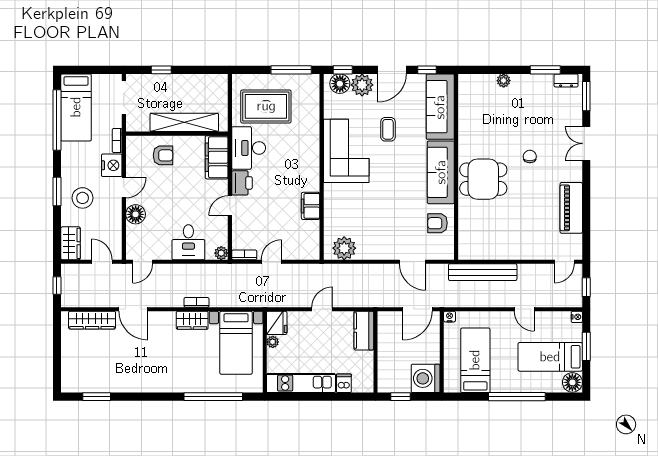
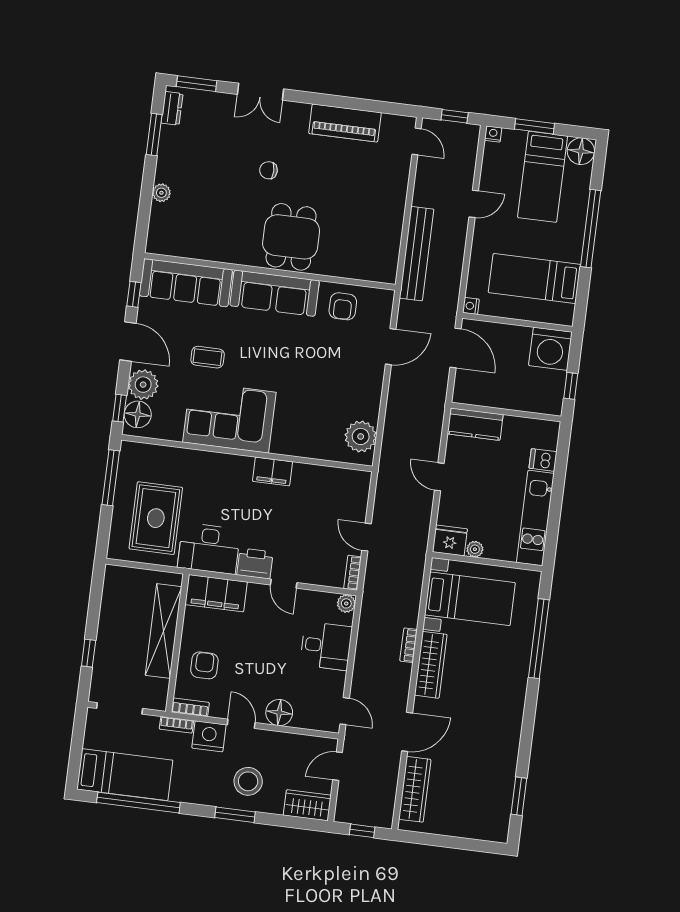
bookcase: (131, 149) -> (190, 707), added
filing cabinet: (311, 206) -> (272, 471), moved
wardrobe: (192, 320) -> (431, 665), width x1.50

